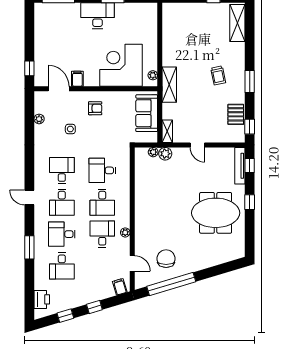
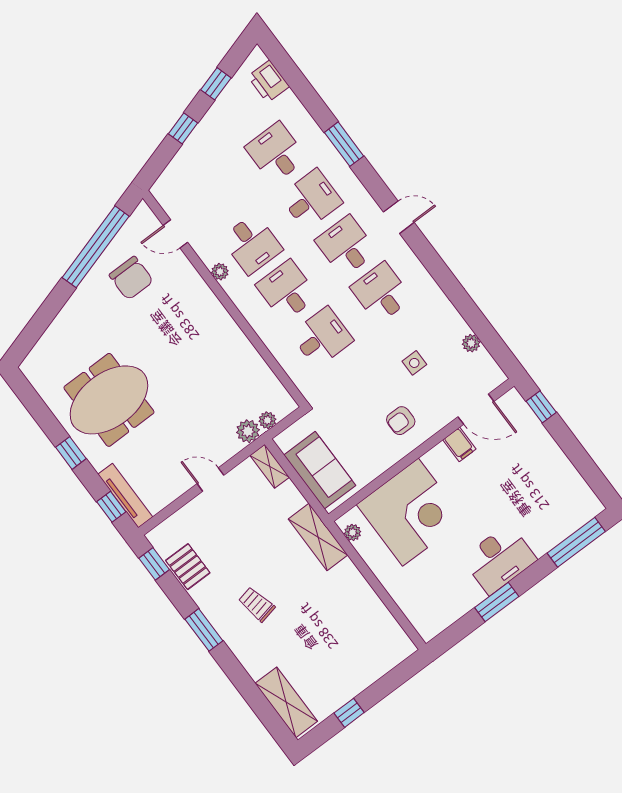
desk: (62, 170) -> (381, 293), turned 180
filing cabinet: (120, 287) -> (168, 186), removed

